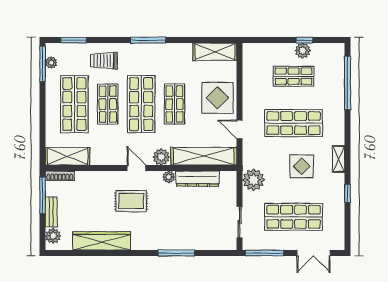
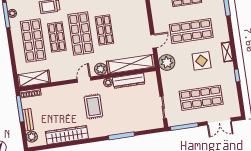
display table: (217, 98) -> (134, 21), removed
door: (240, 129) -> (153, 41), swing flipped
door: (136, 168) -> (84, 80), hinge flipped
plant: (254, 180) -> (167, 62), moved
rug: (131, 201) -> (93, 106), moved, turned 90

